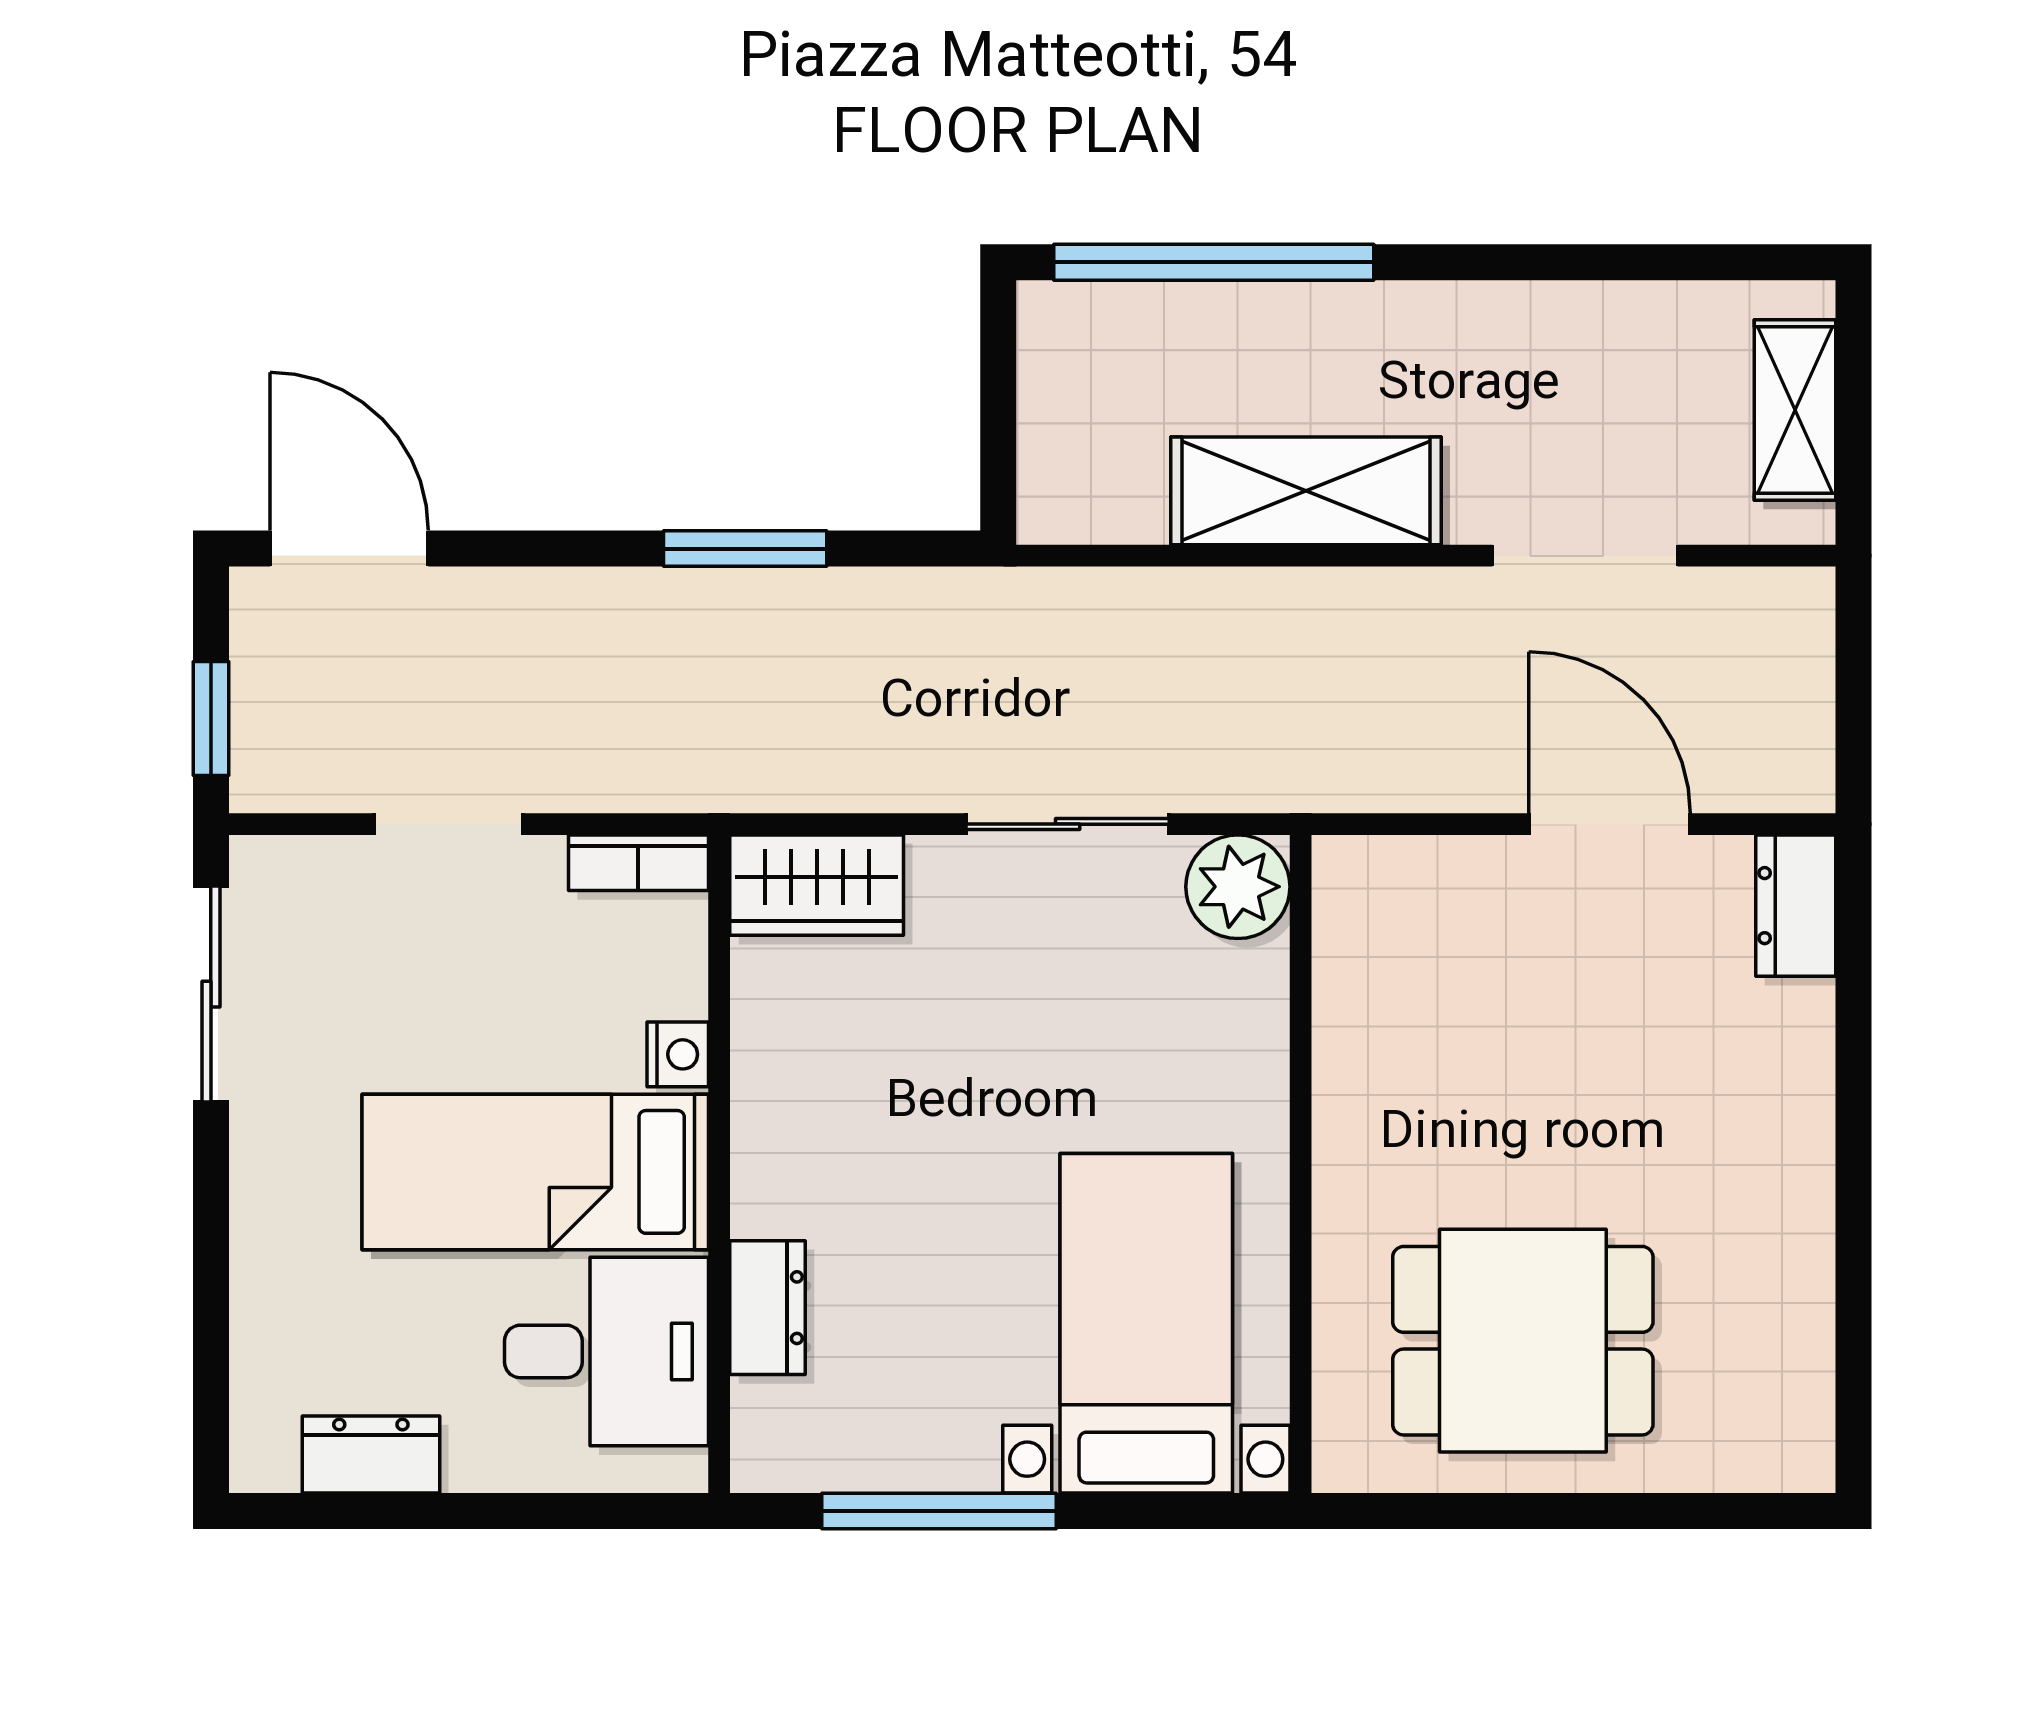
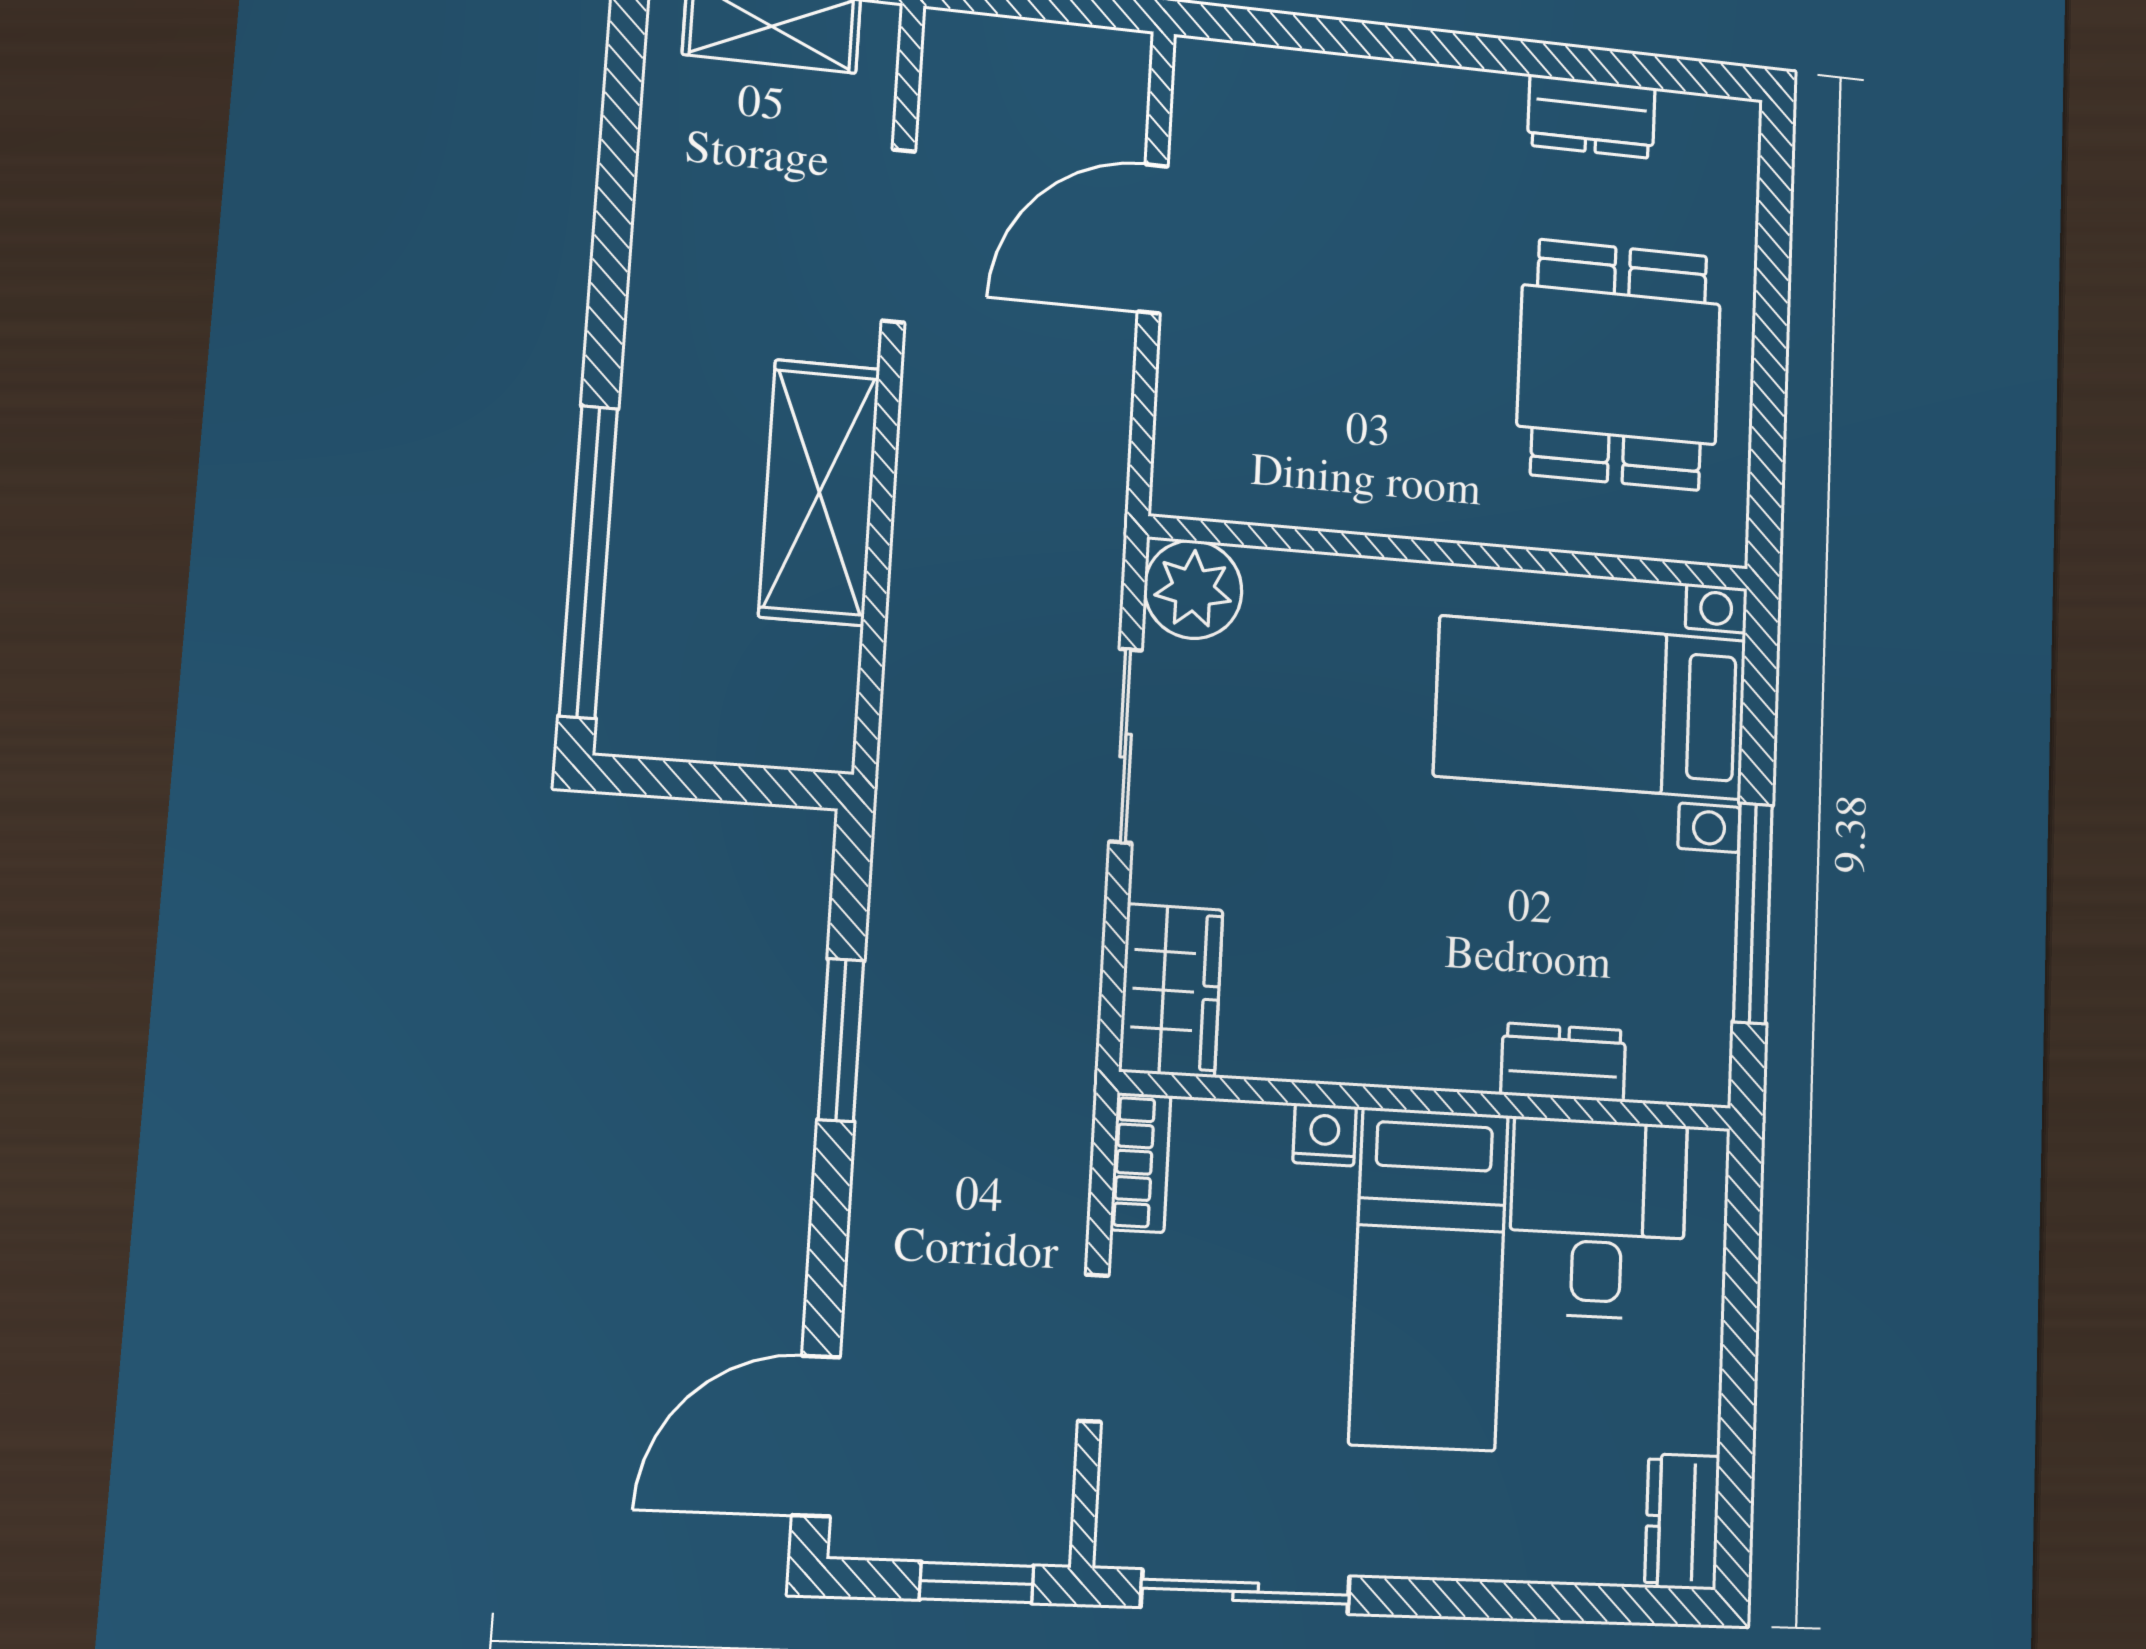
dresser: (1796, 906) -> (1591, 116), moved
dresser: (371, 1455) -> (1682, 1522), moved

